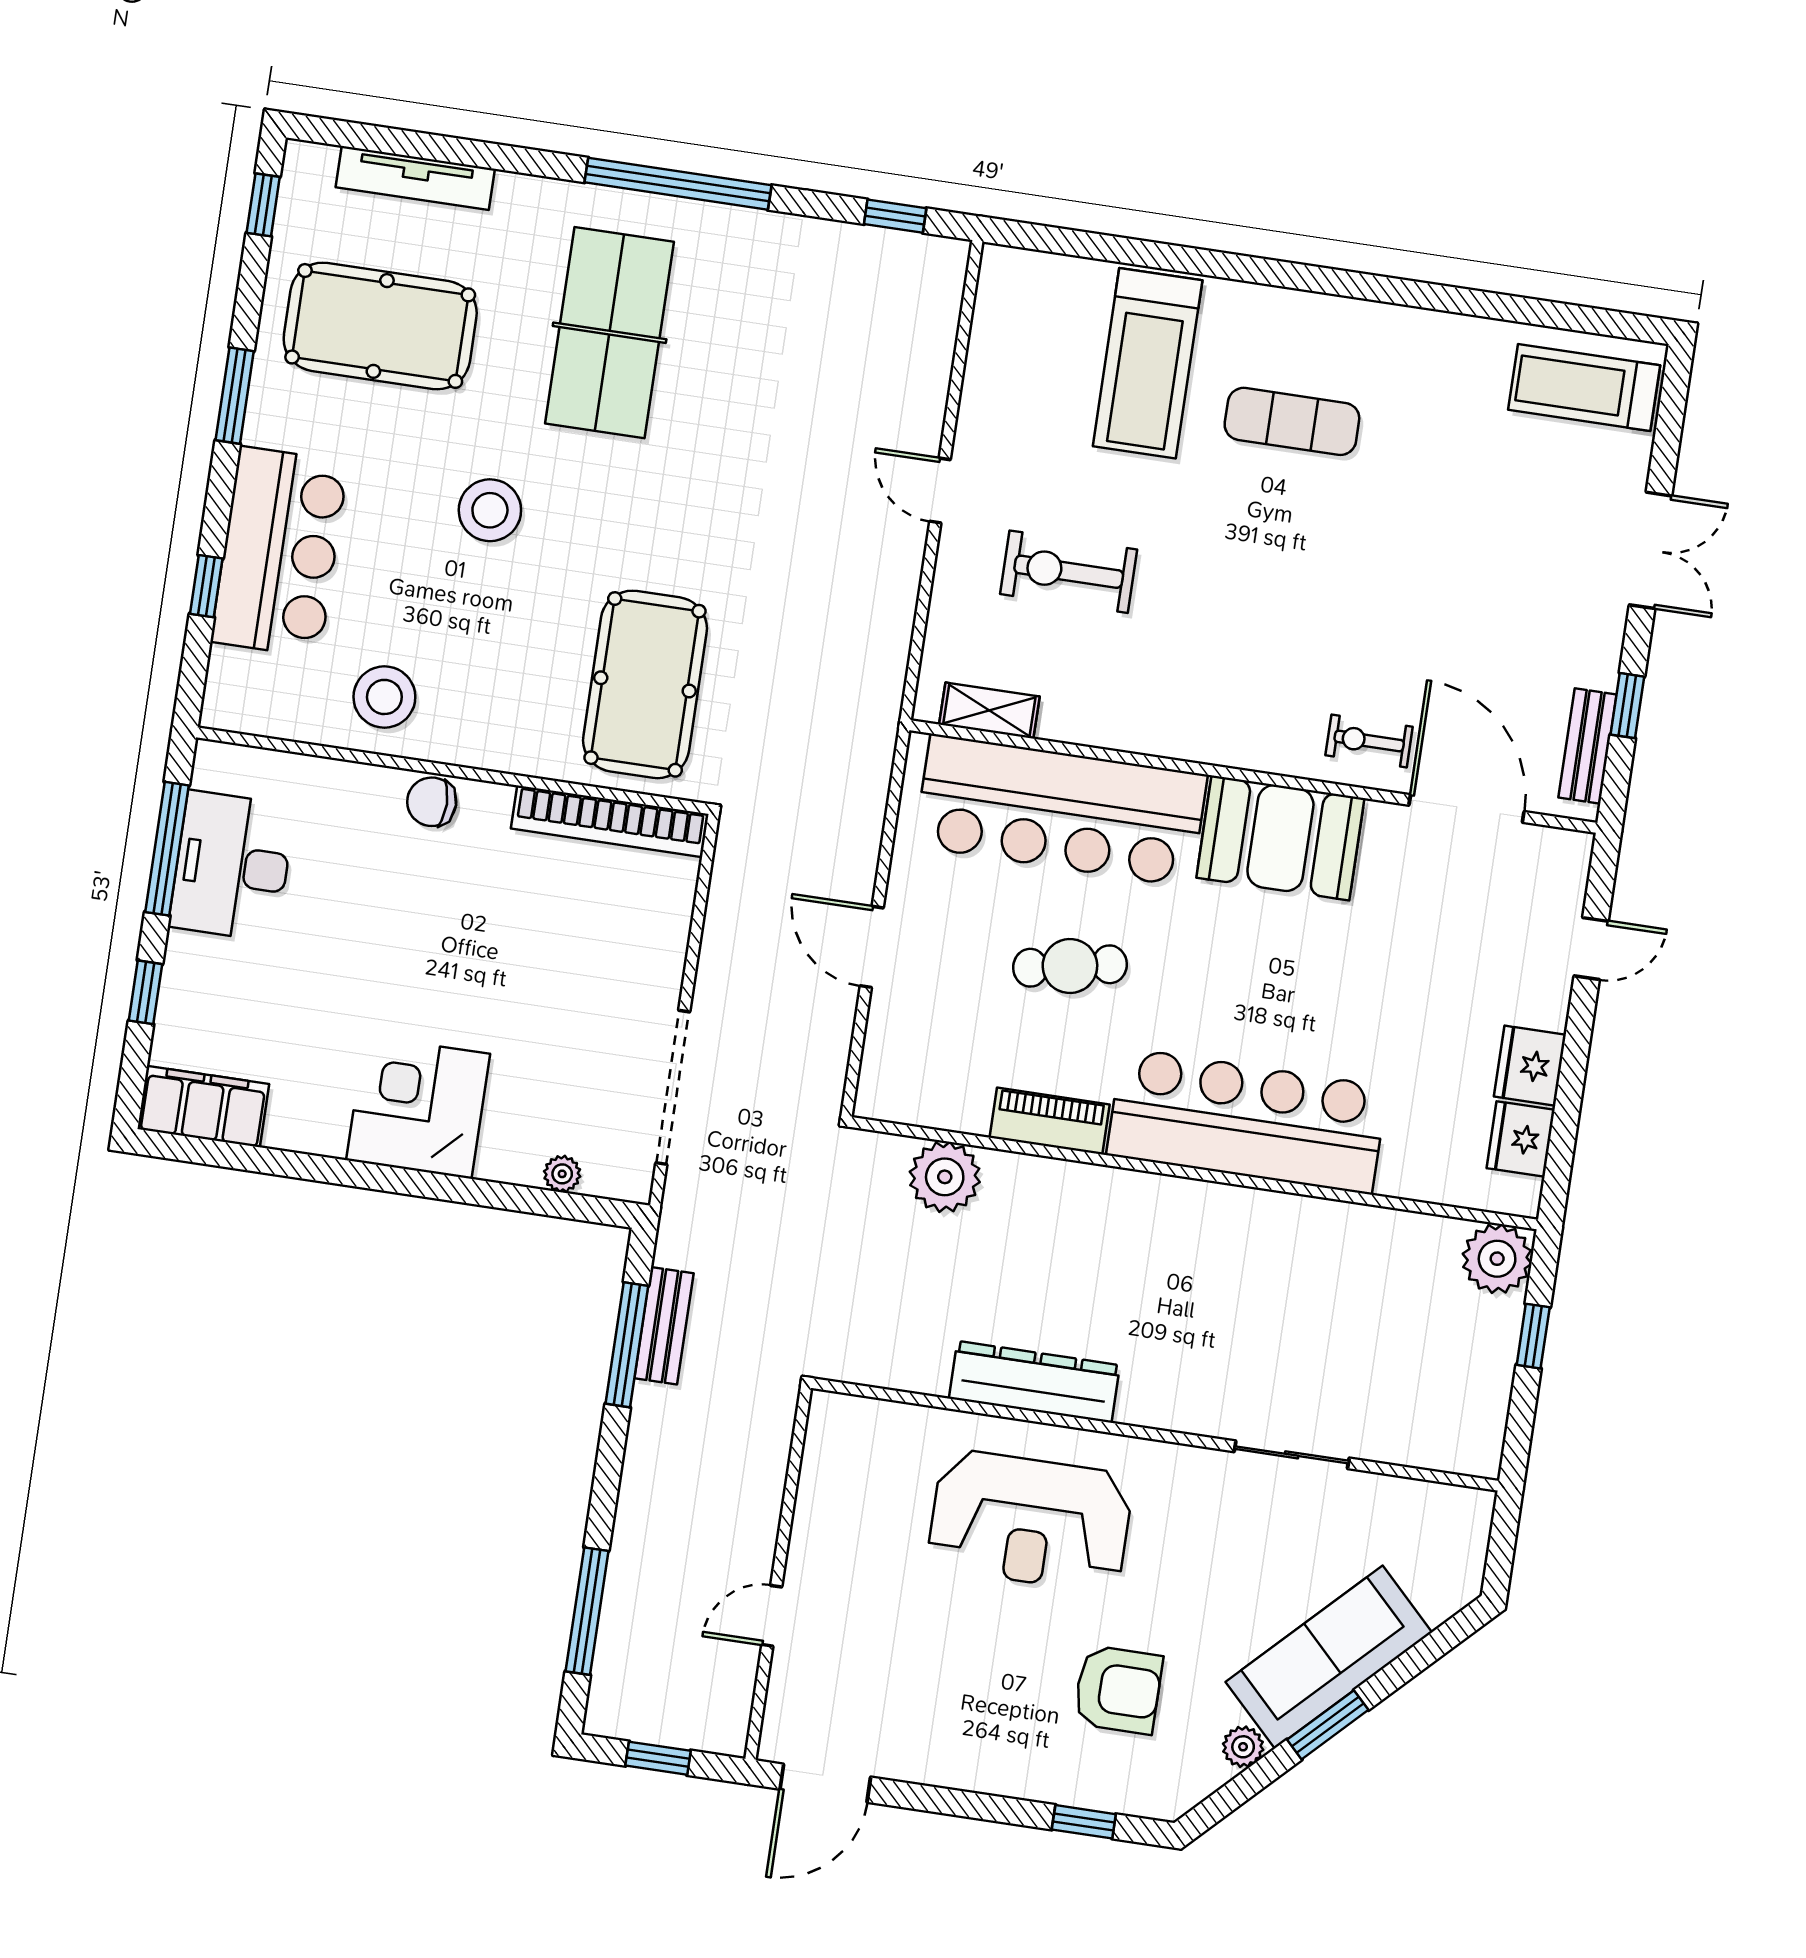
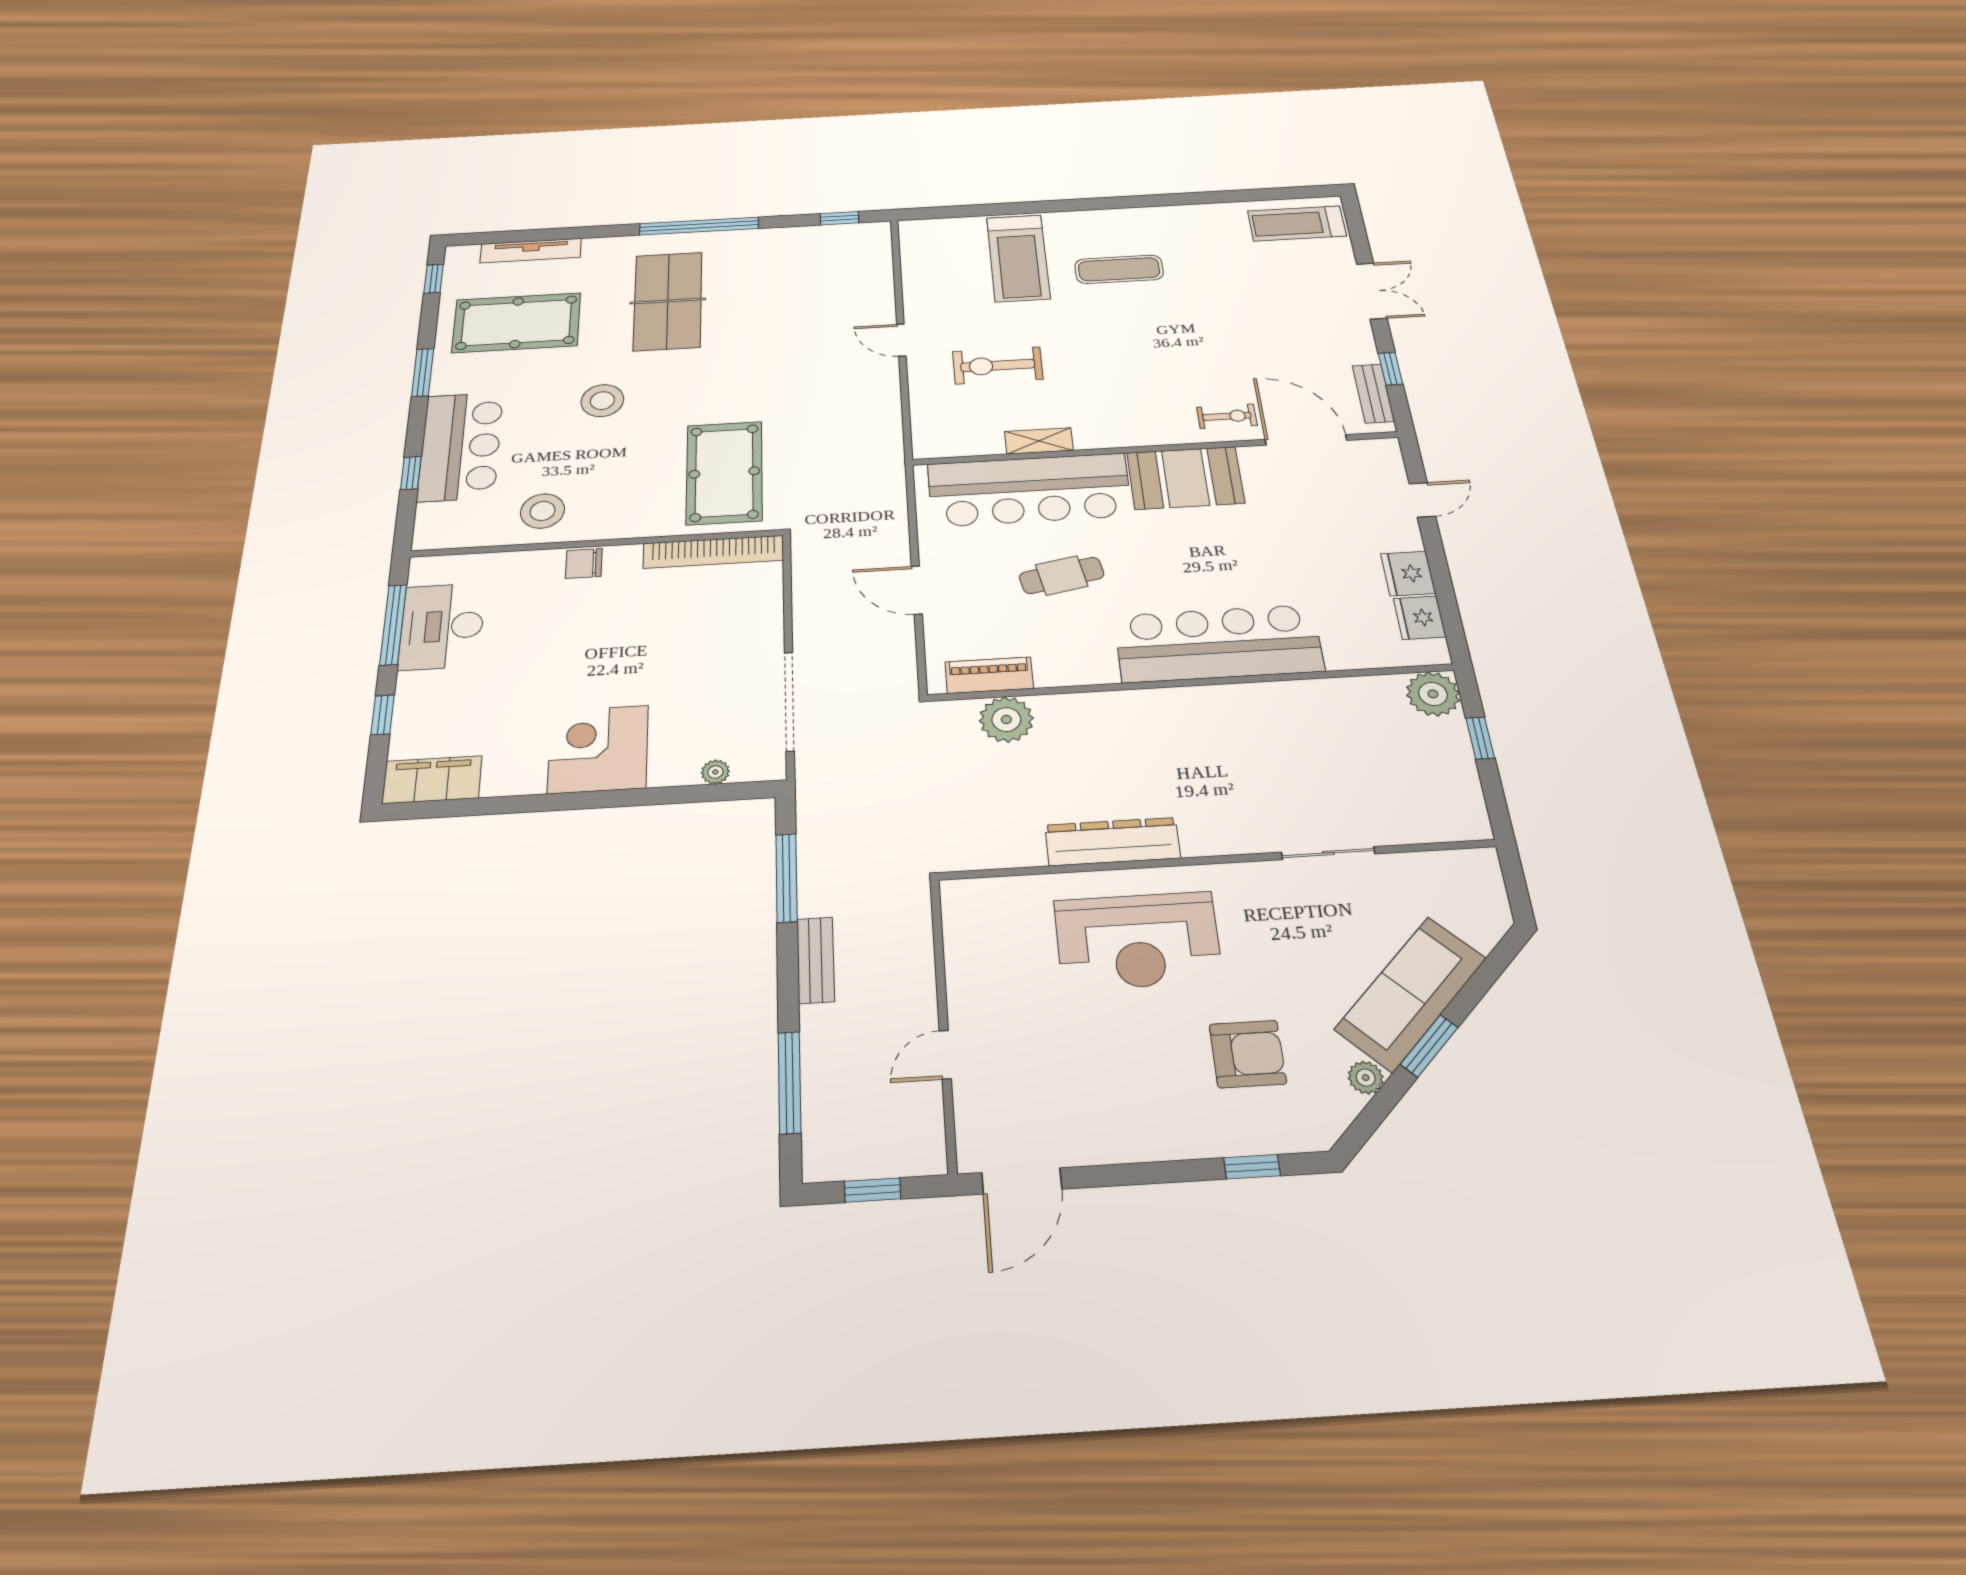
shelving: (989, 711) -> (1039, 441), moved
exercise bike: (1369, 741) -> (1227, 416), turned 180
piano: (1050, 1121) -> (989, 675), moved
bench: (664, 1326) -> (816, 960), moved

